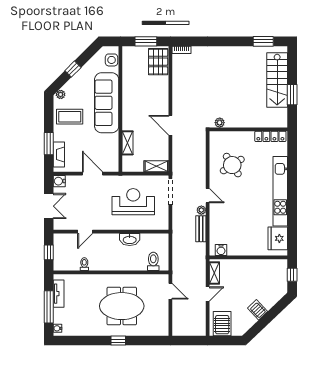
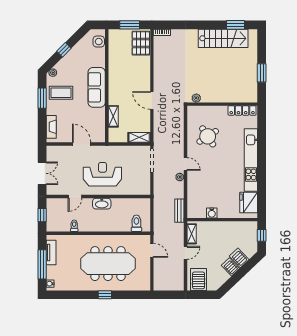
stairs: (277, 80) -> (223, 38), moved, turned -90
sofa: (107, 103) -> (97, 87), width x0.74, depth x0.79
window: (49, 144) -> (42, 98), moved
water cooler: (59, 181) -> (52, 151), removed
reception desk: (133, 202) -> (102, 174), moved
bench: (201, 229) -> (179, 211), moved
washbasin: (130, 240) -> (102, 204), moved
water cooler: (221, 250) -> (212, 213), moved
server rack: (267, 300) -> (239, 258), added
meeting table: (122, 306) -> (108, 264), width x1.36

